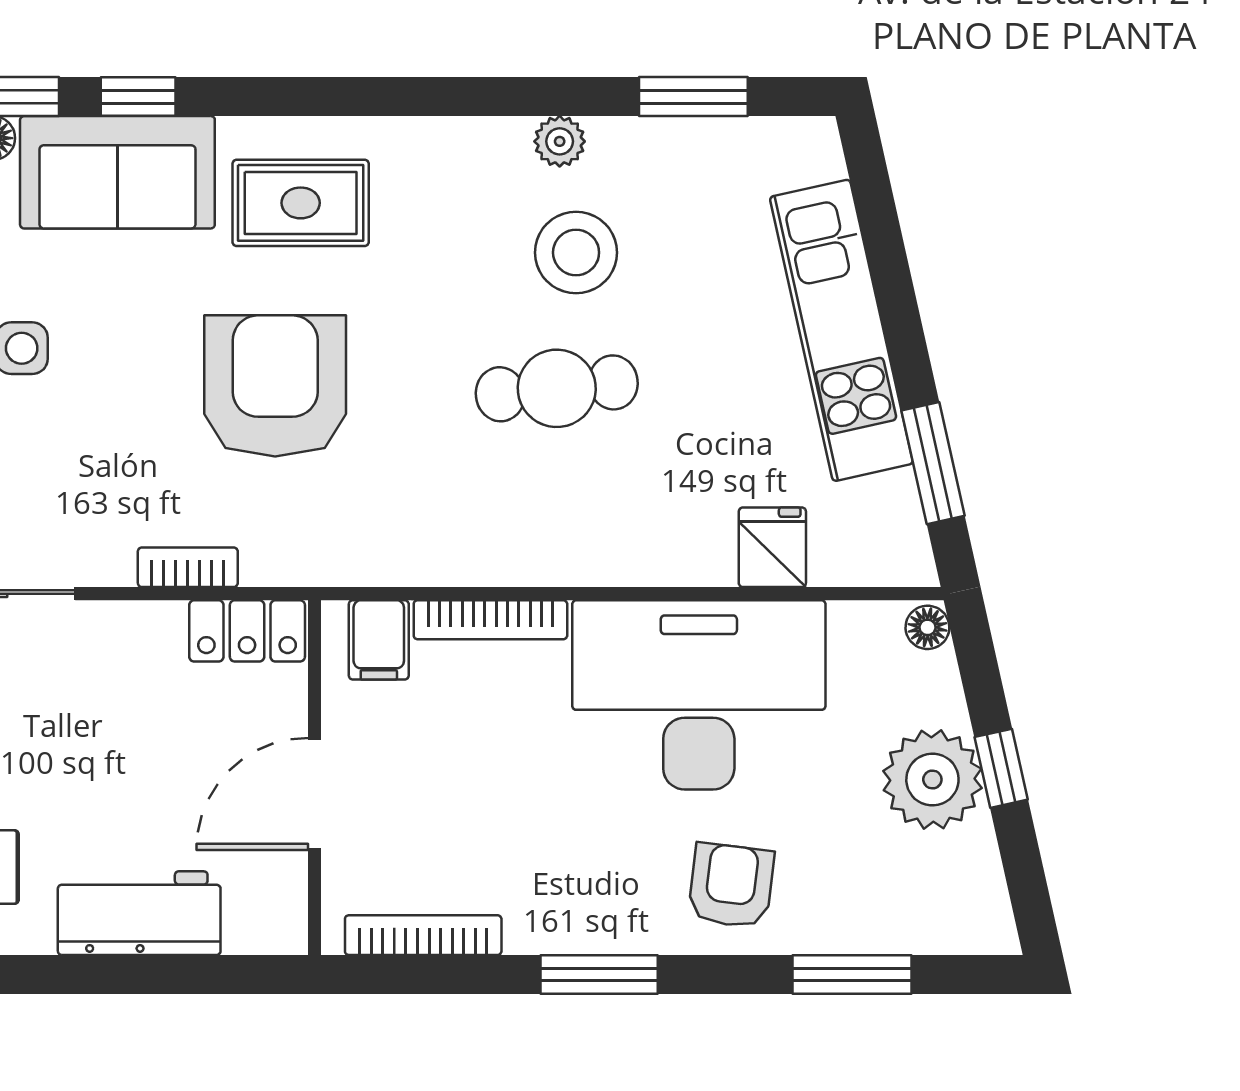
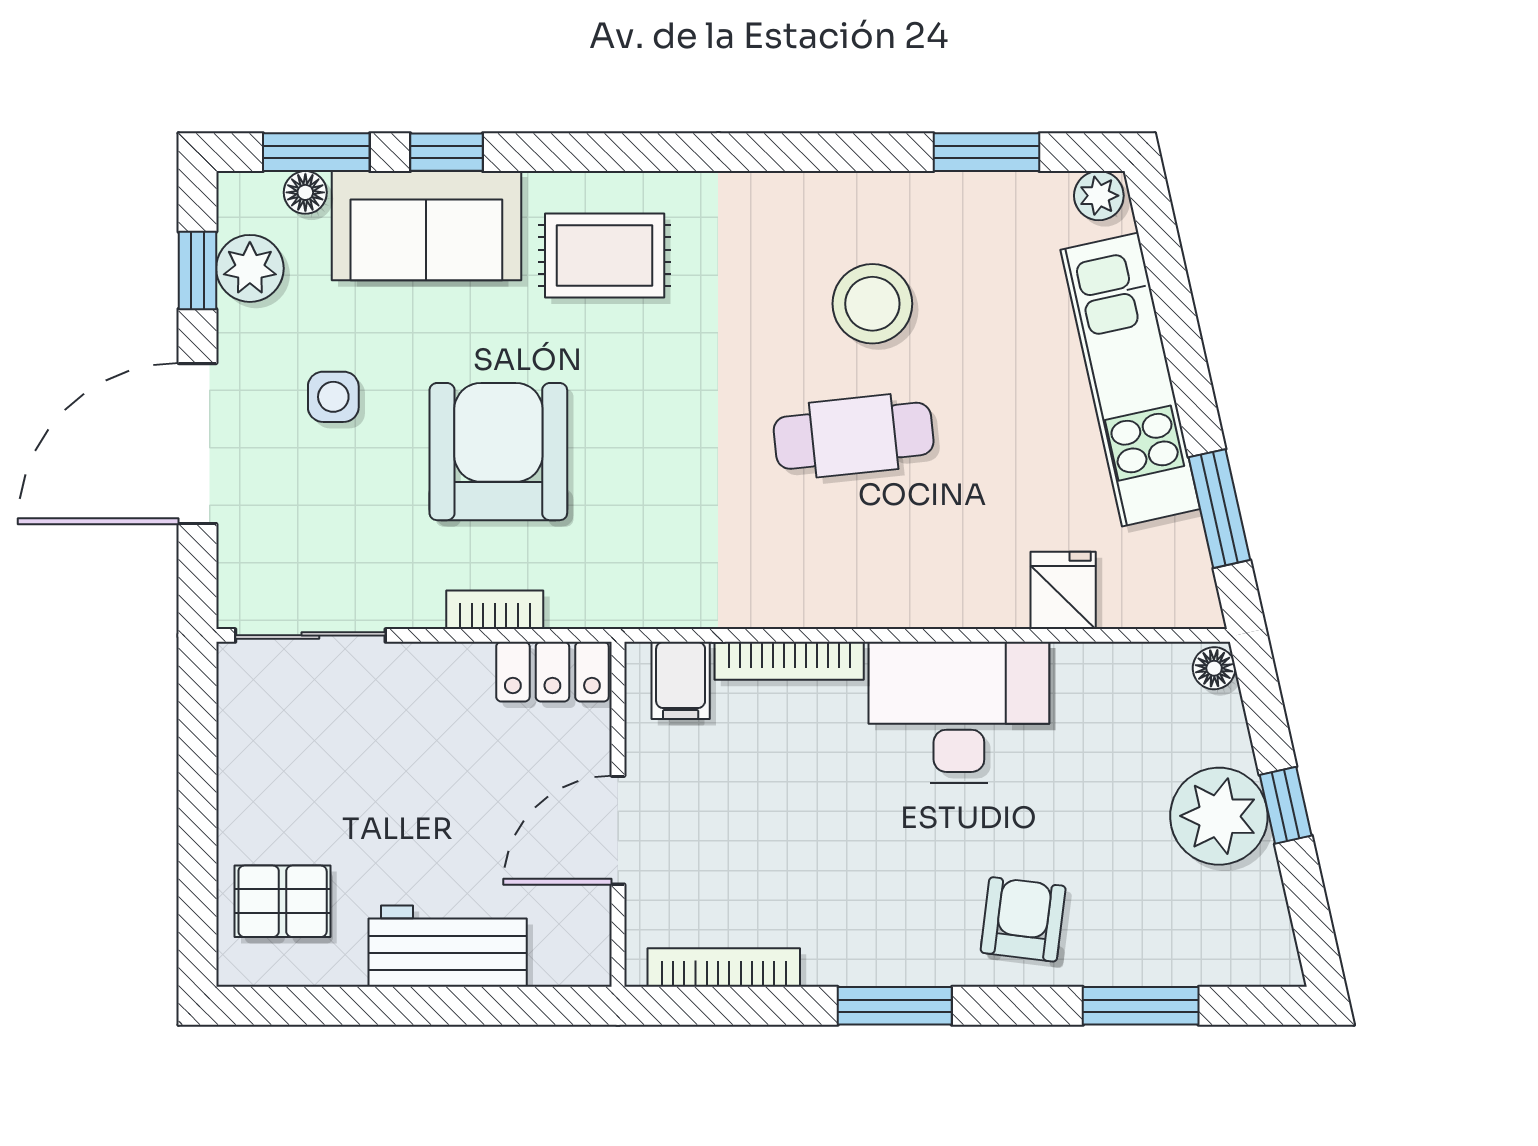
plant: (560, 141) -> (1099, 196), moved
armchair: (275, 386) -> (498, 452), moved
desk: (699, 695) -> (959, 713), width x0.73, depth x0.77

